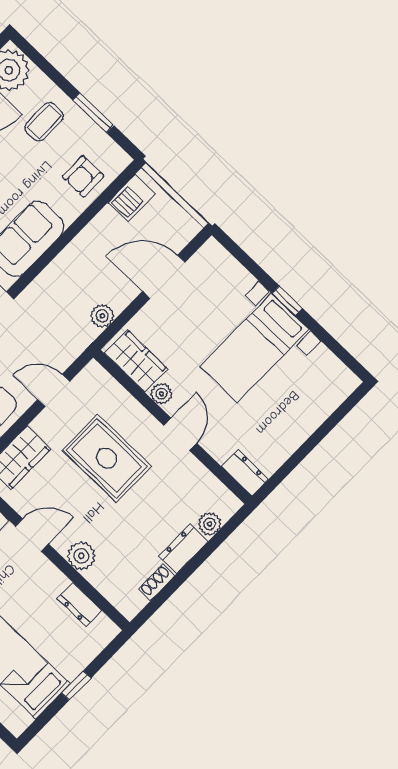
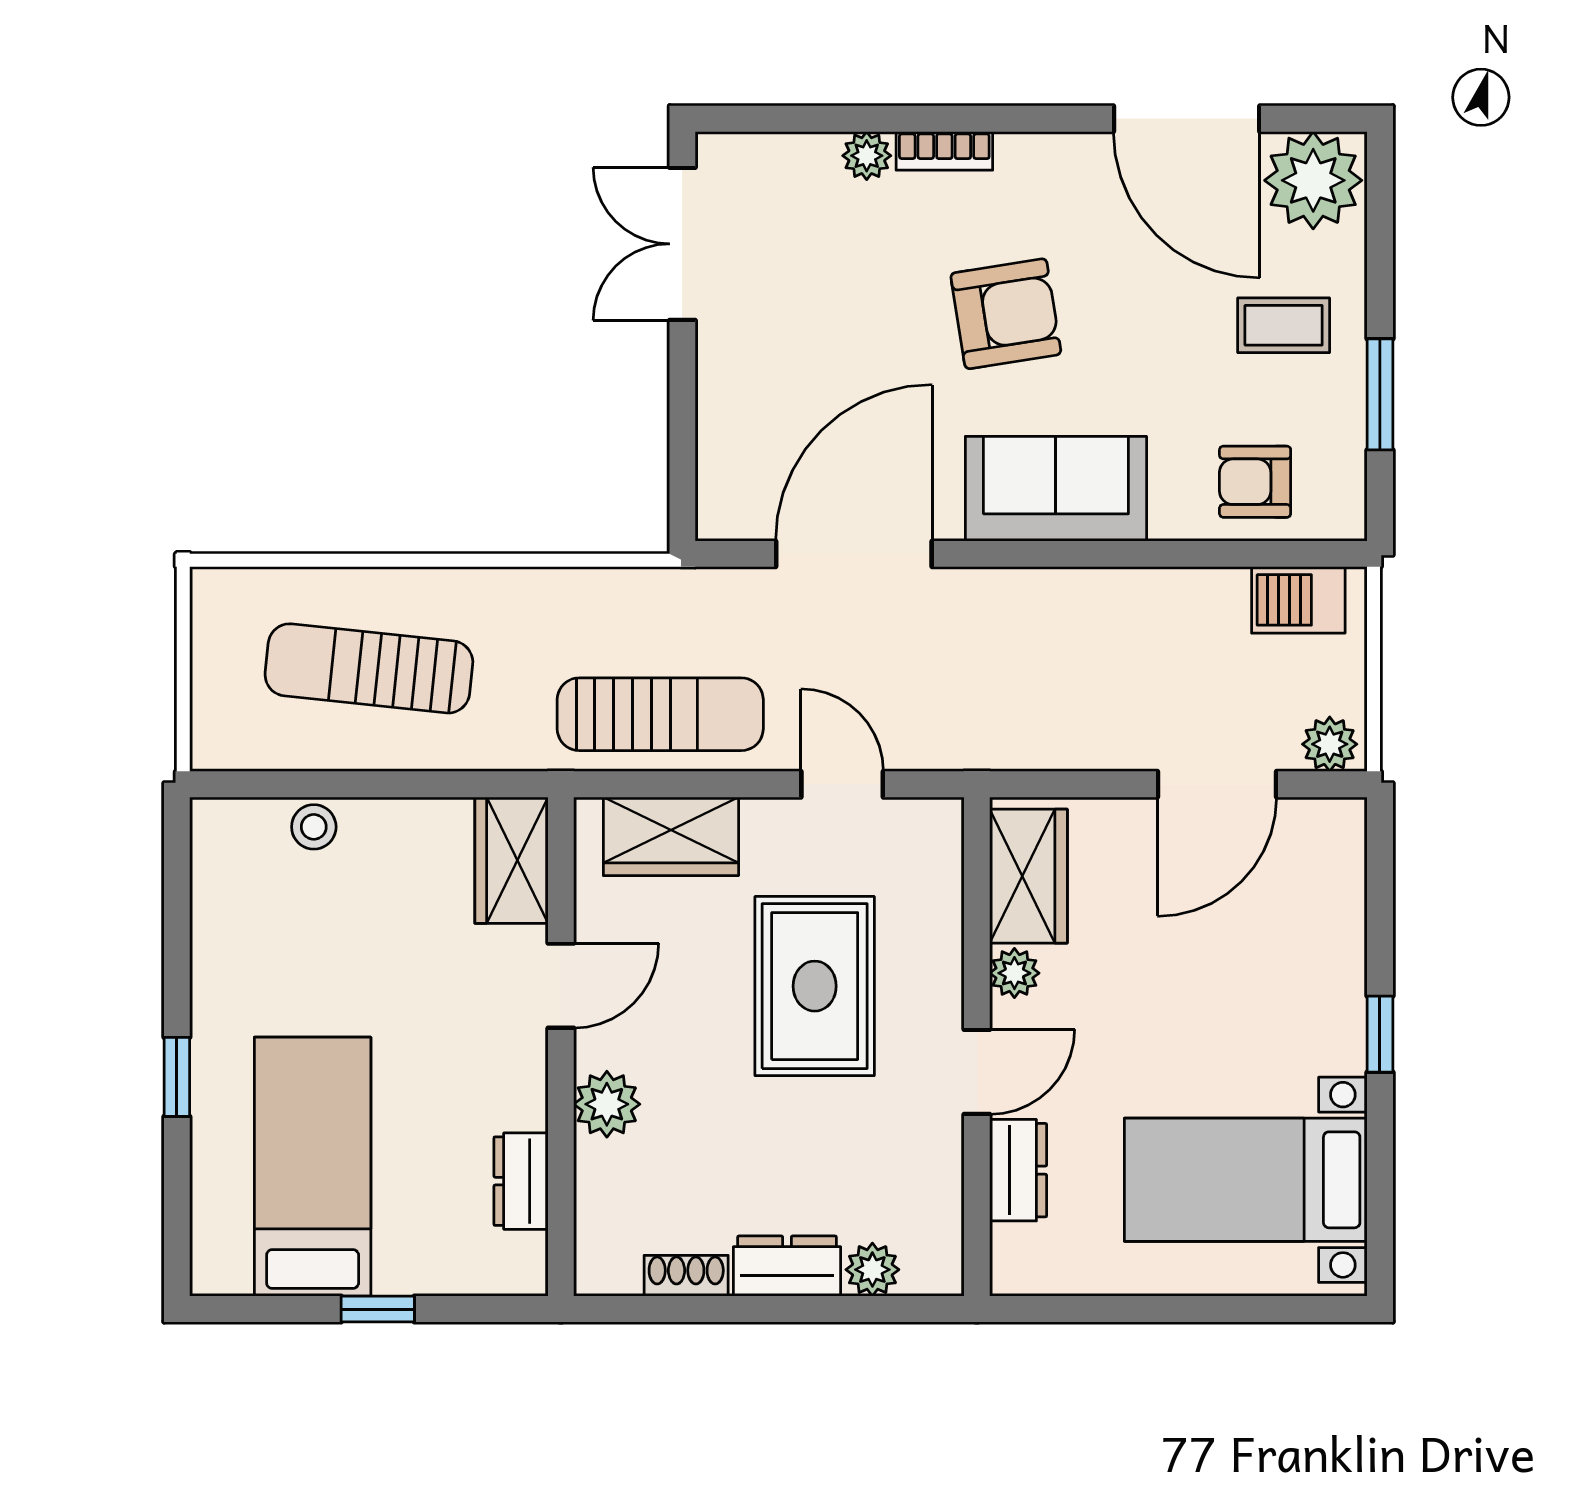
door: (164, 277) -> (1217, 784), swing flipped
plant: (102, 316) -> (1330, 744), moved
bed with nightstands: (254, 348) -> (1246, 1180), moved
dresser: (245, 473) -> (1018, 1170), moved
door: (32, 535) -> (561, 986), hinge flipped

